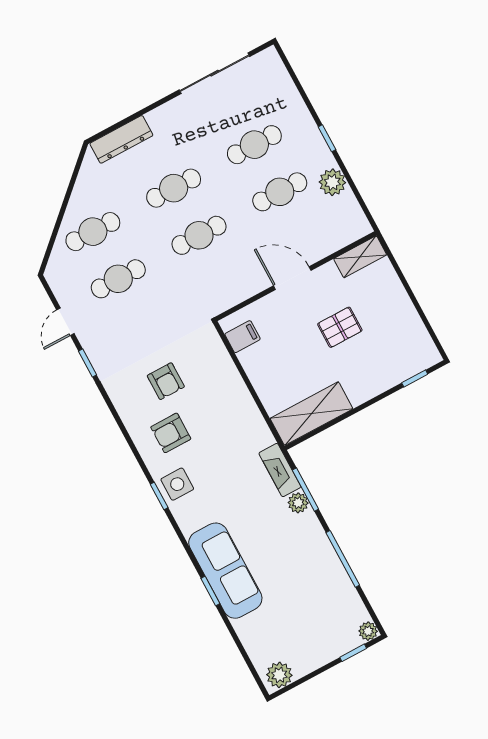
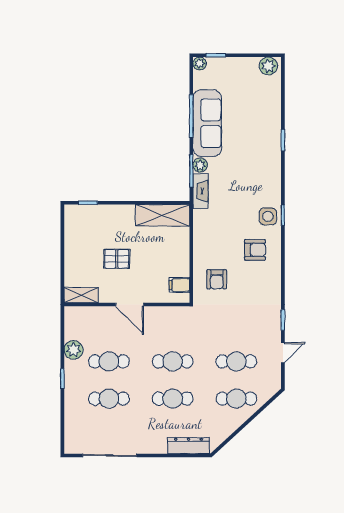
armchair: (166, 381) -> (217, 279), moved, turned 180
sofa: (225, 571) -> (207, 123), moved, turned 180

